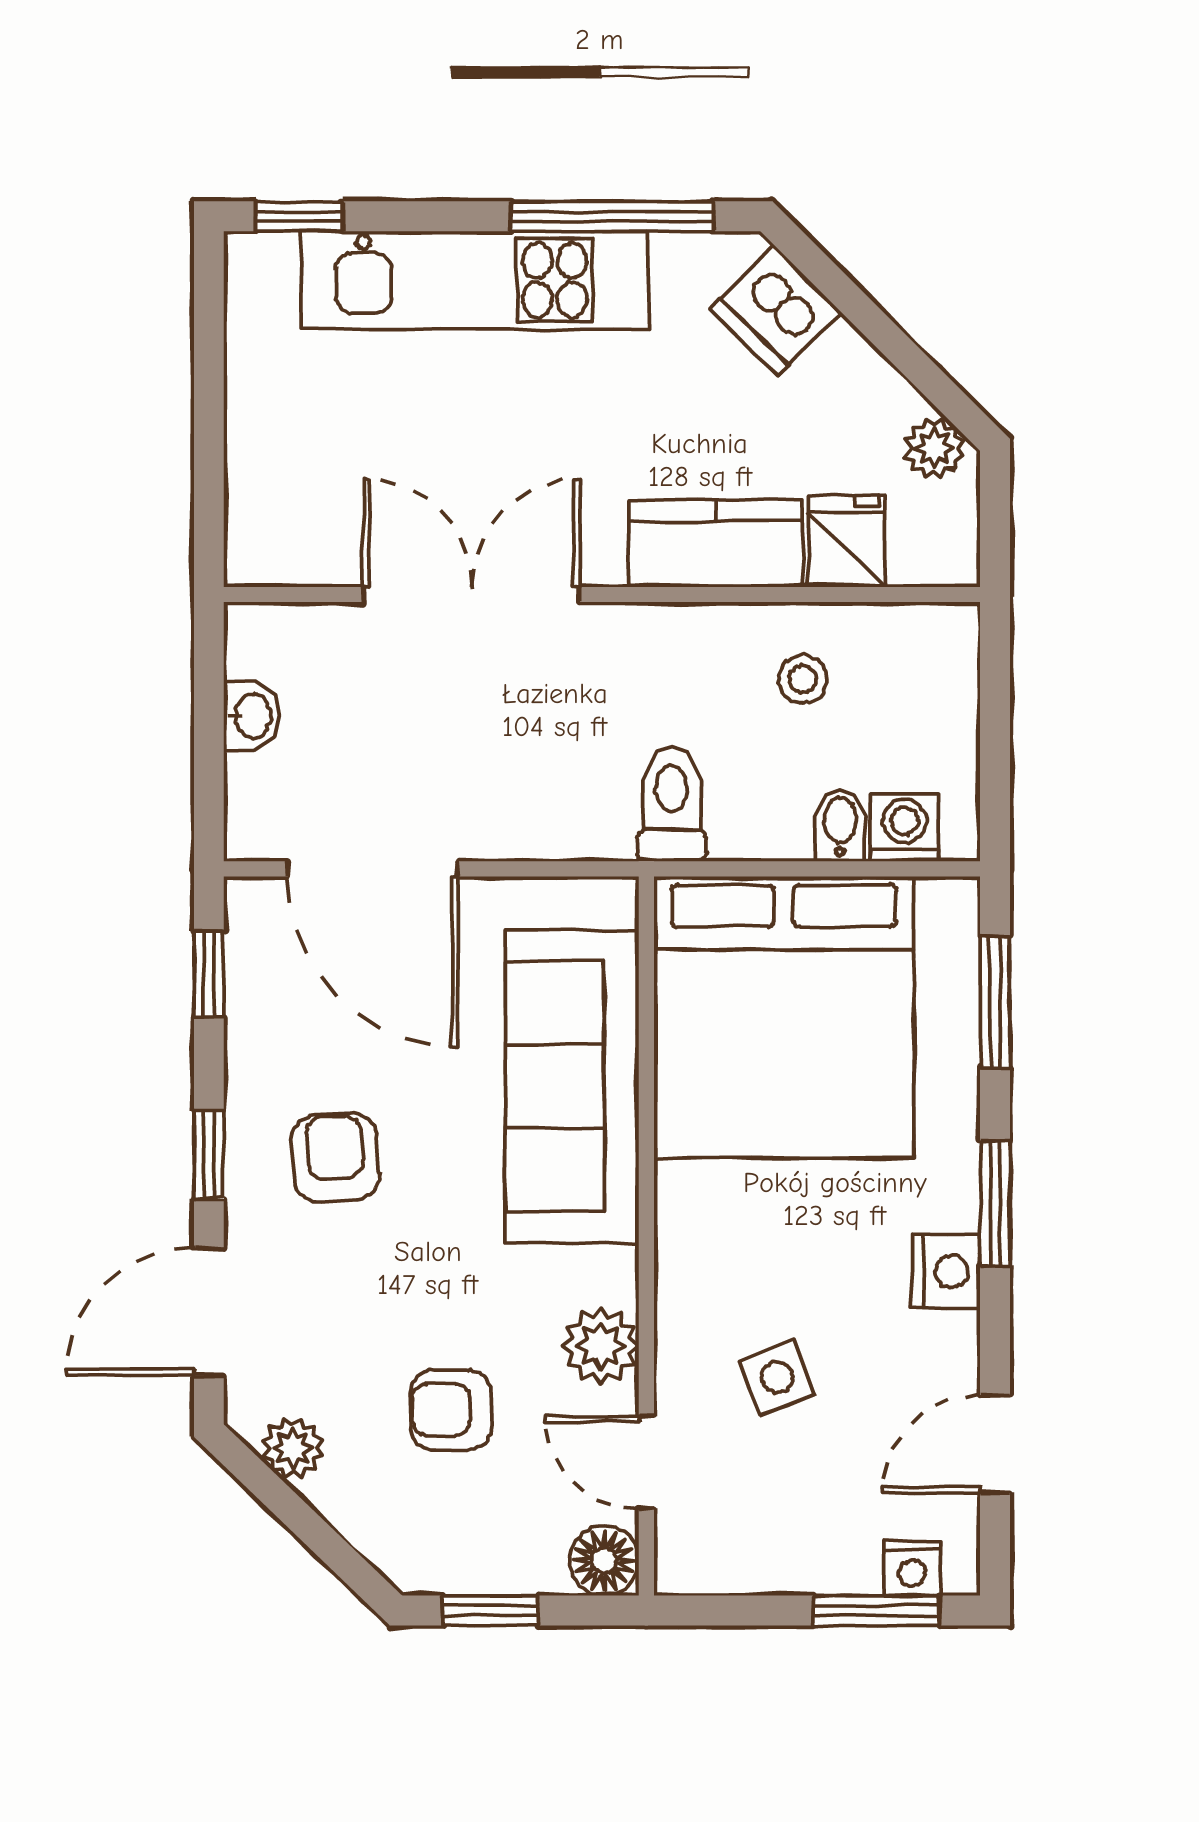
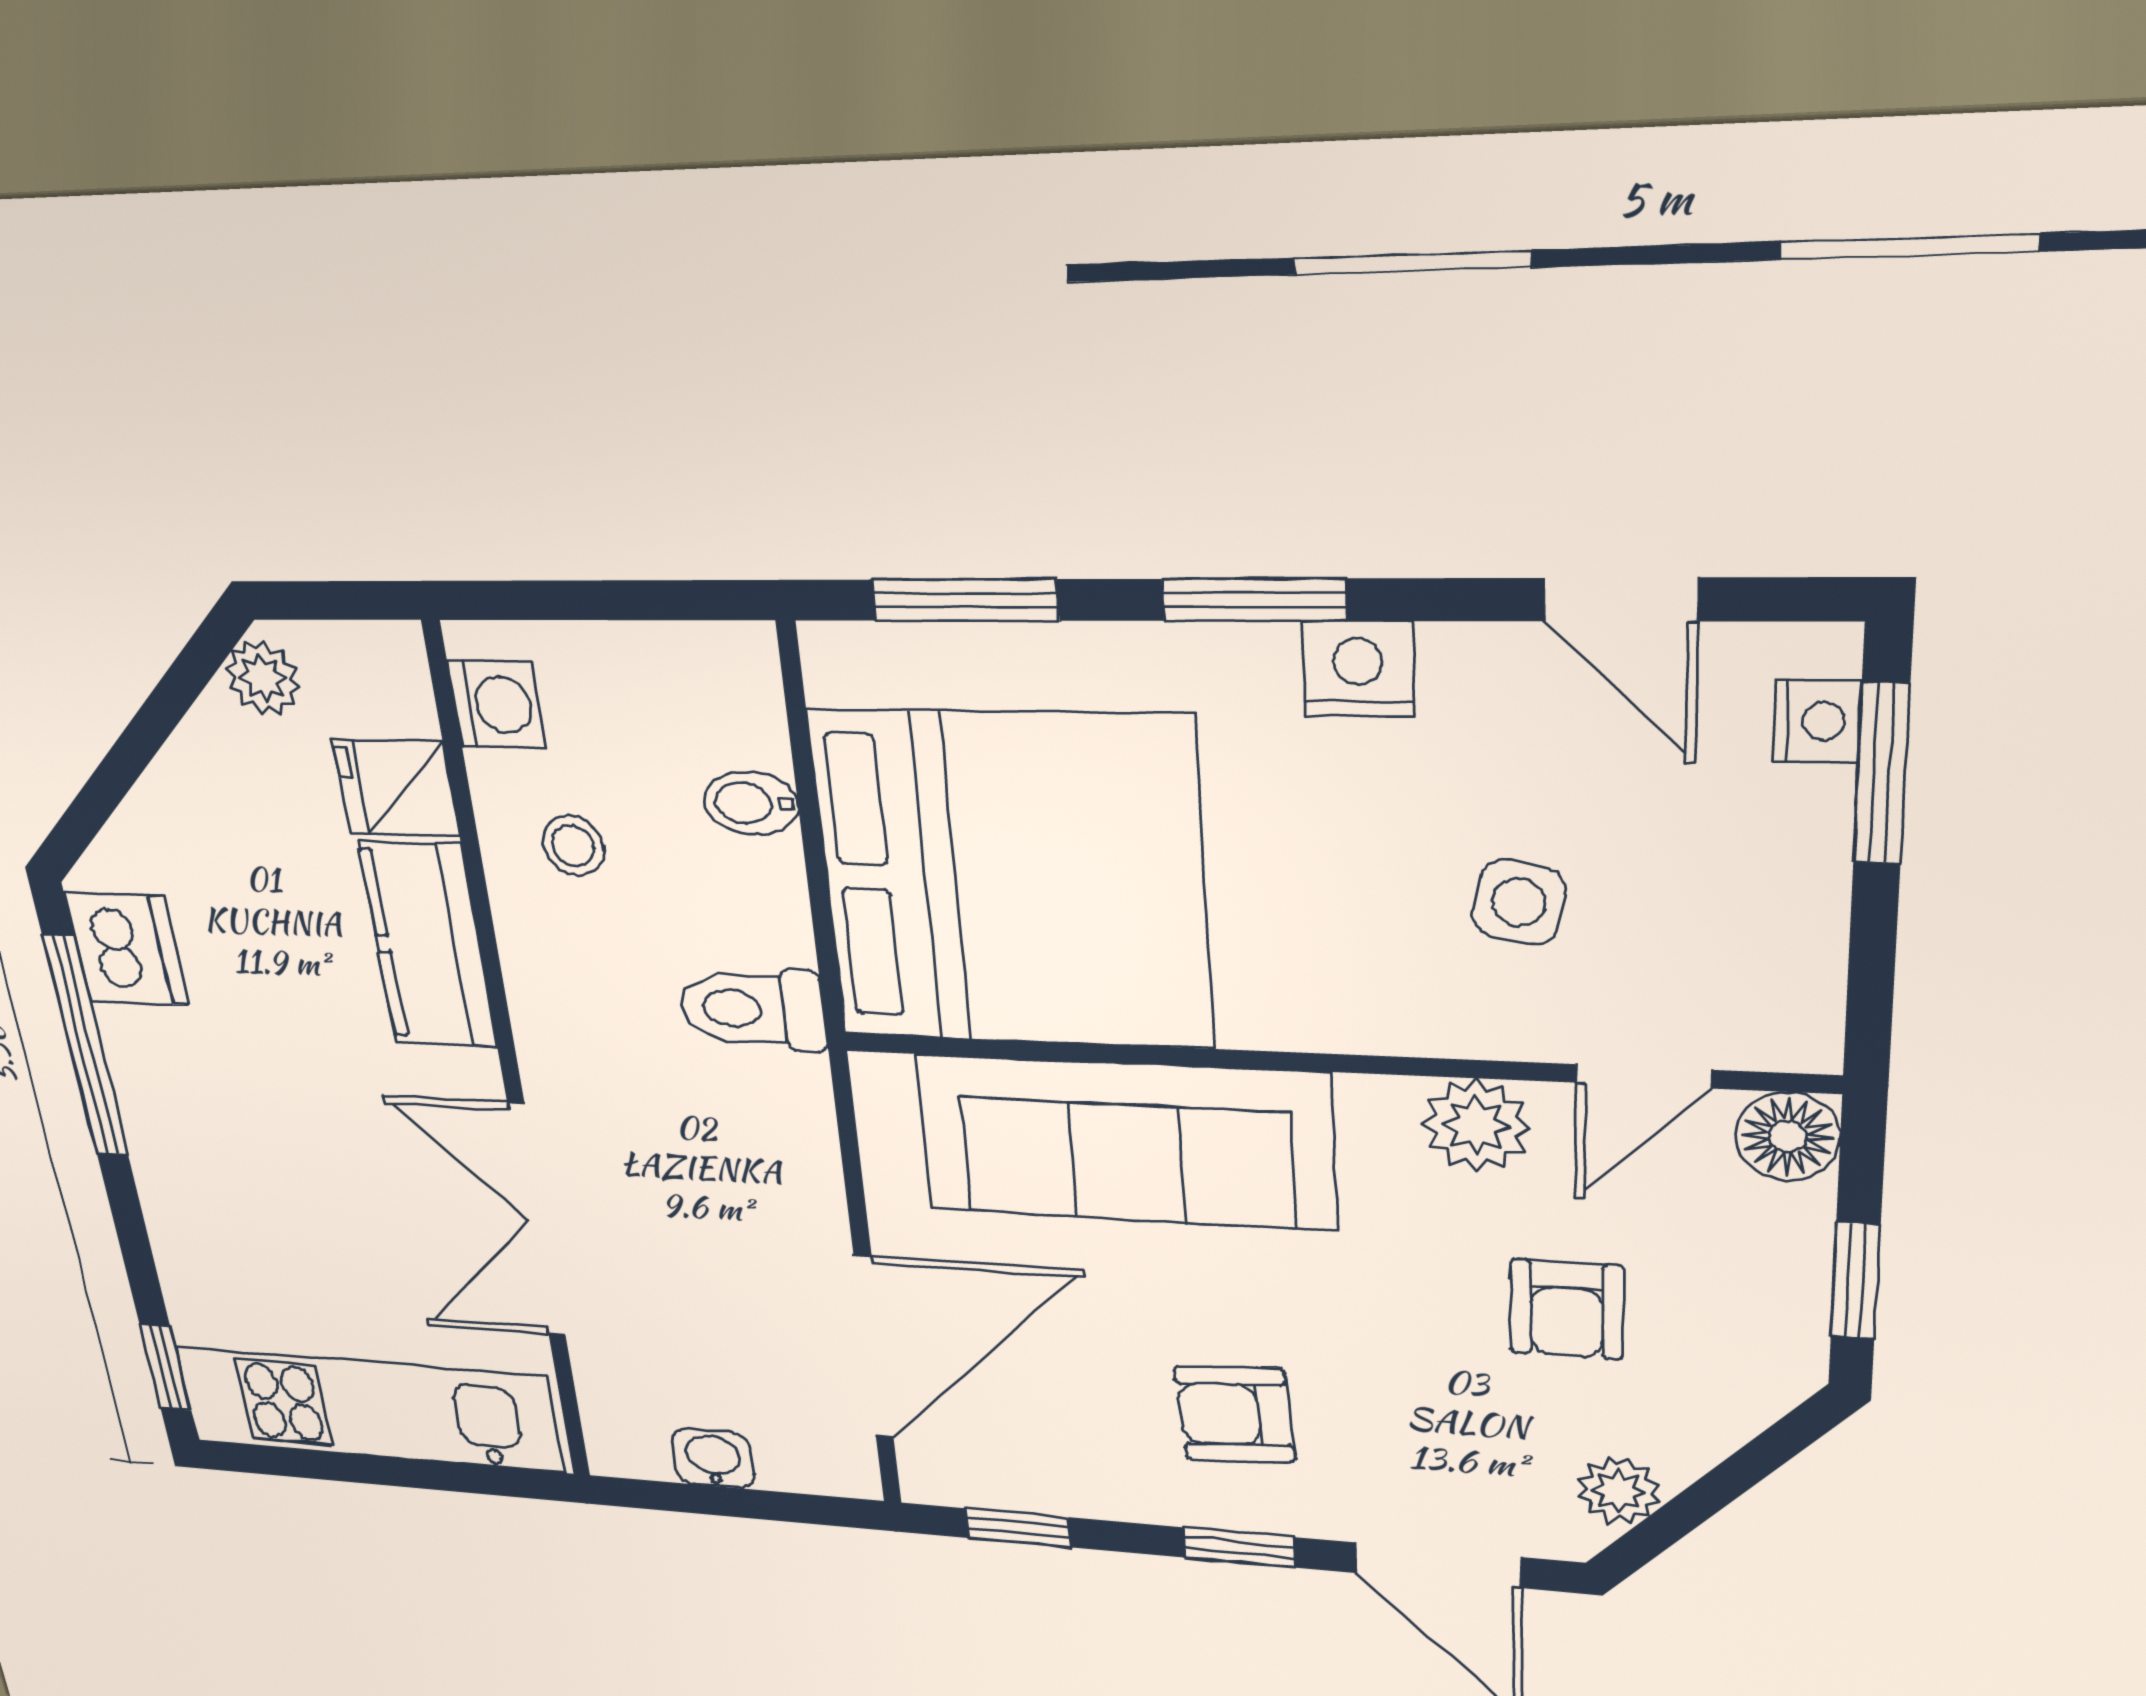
kitchen unit: (475, 280) -> (368, 1409), moved, turned -90
dishwasher: (776, 310) -> (126, 949), moved, turned -45
washing machine: (905, 828) -> (496, 705), moved, turned 180
side table: (777, 1377) -> (1519, 902), turned 33

